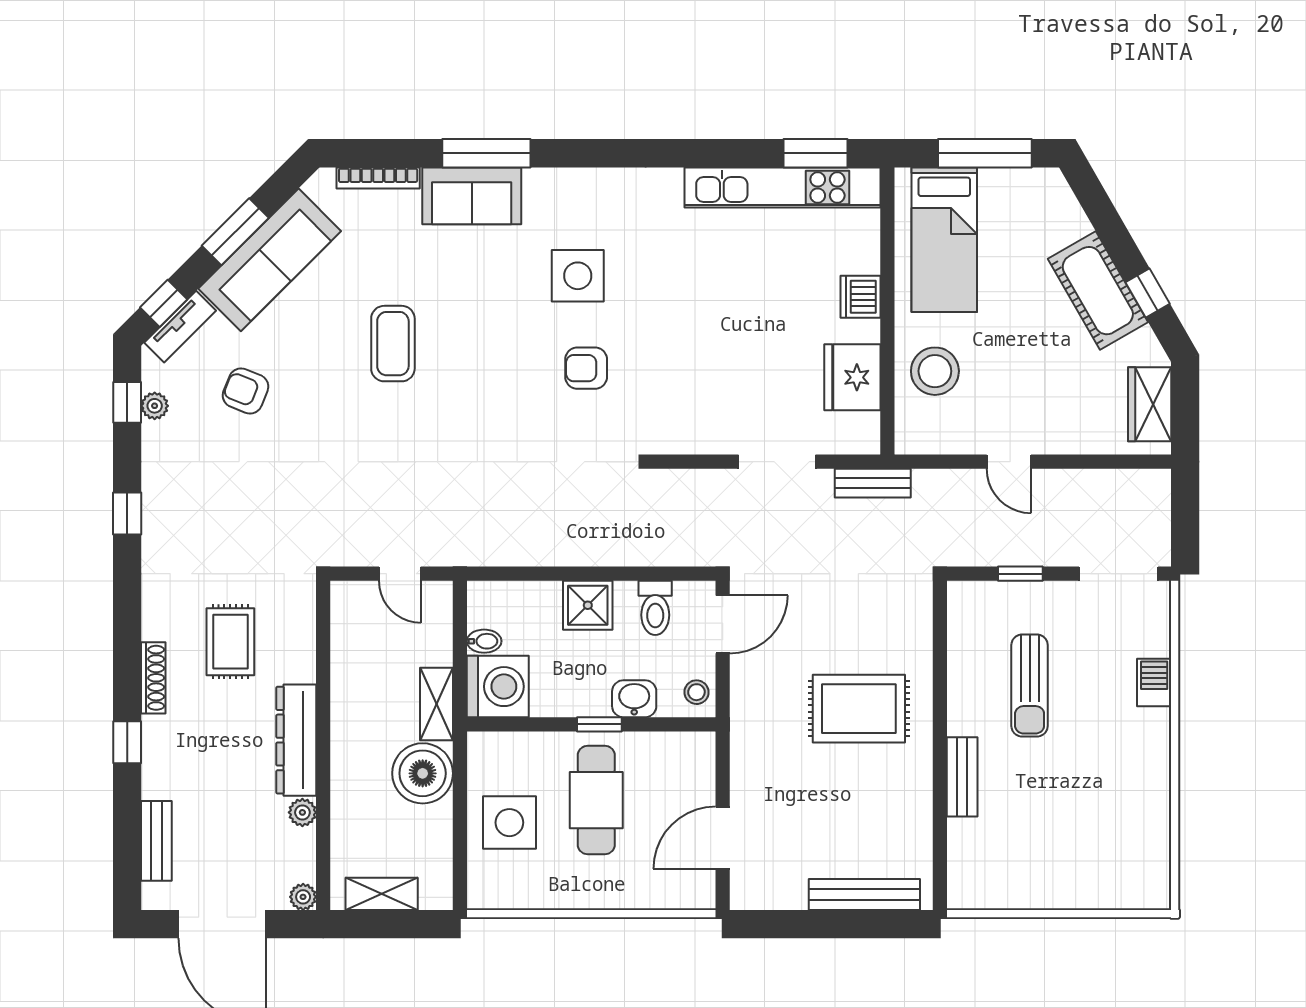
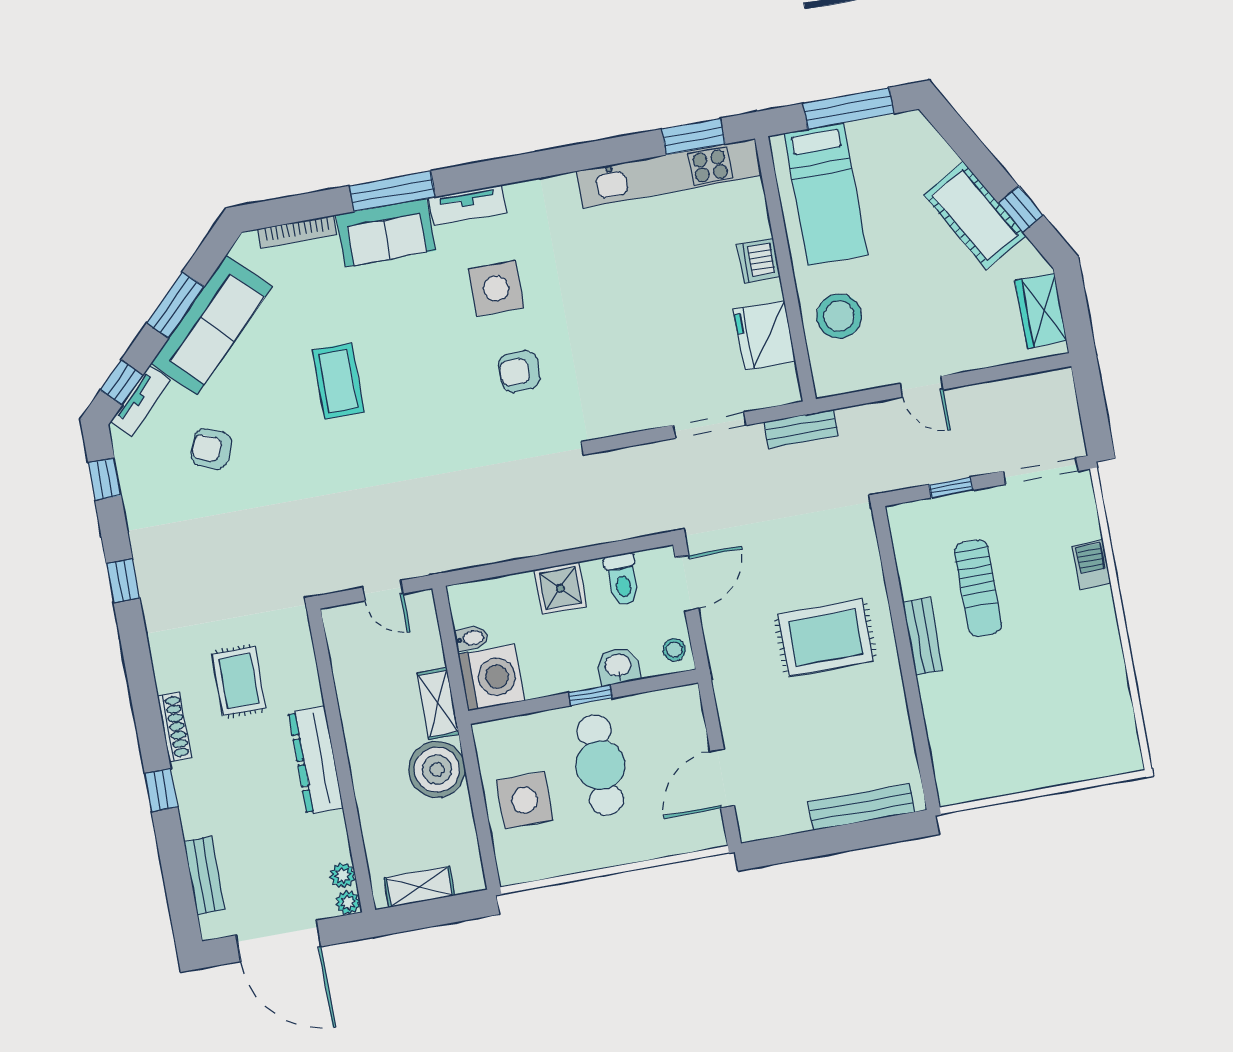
tv unit: (564, 183) -> (468, 205), added
plant: (155, 406) -> (130, 478), removed
bench: (962, 777) -> (923, 636), moved
plant: (302, 812) -> (342, 875), moved

